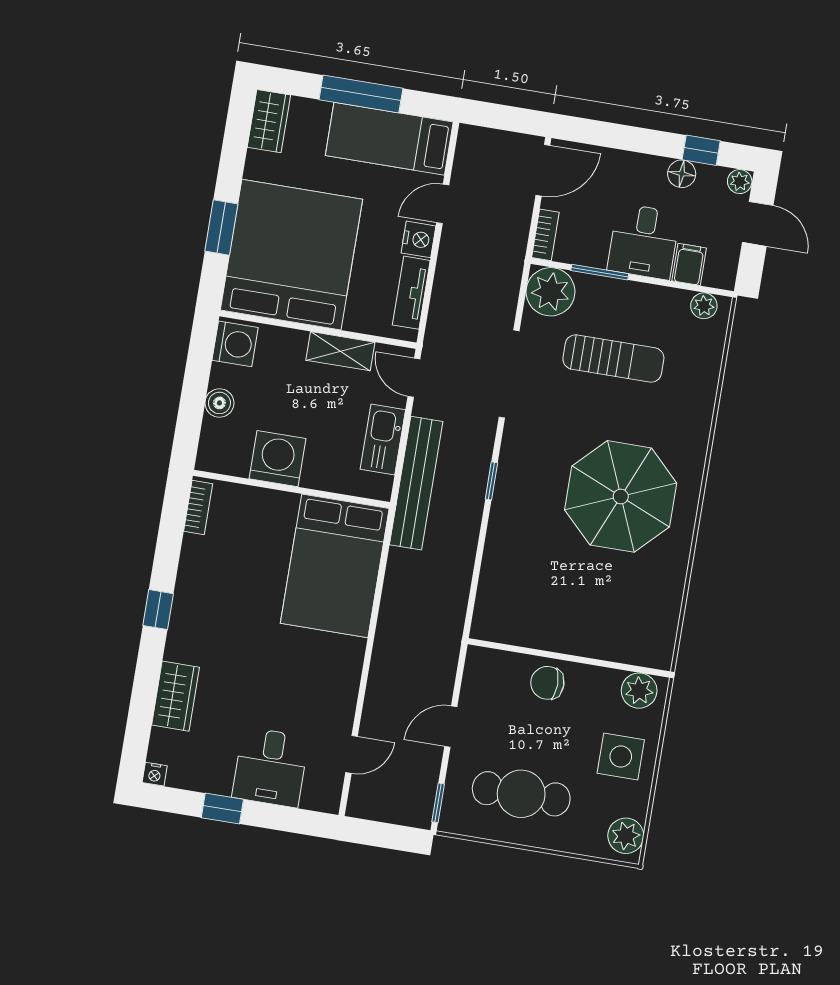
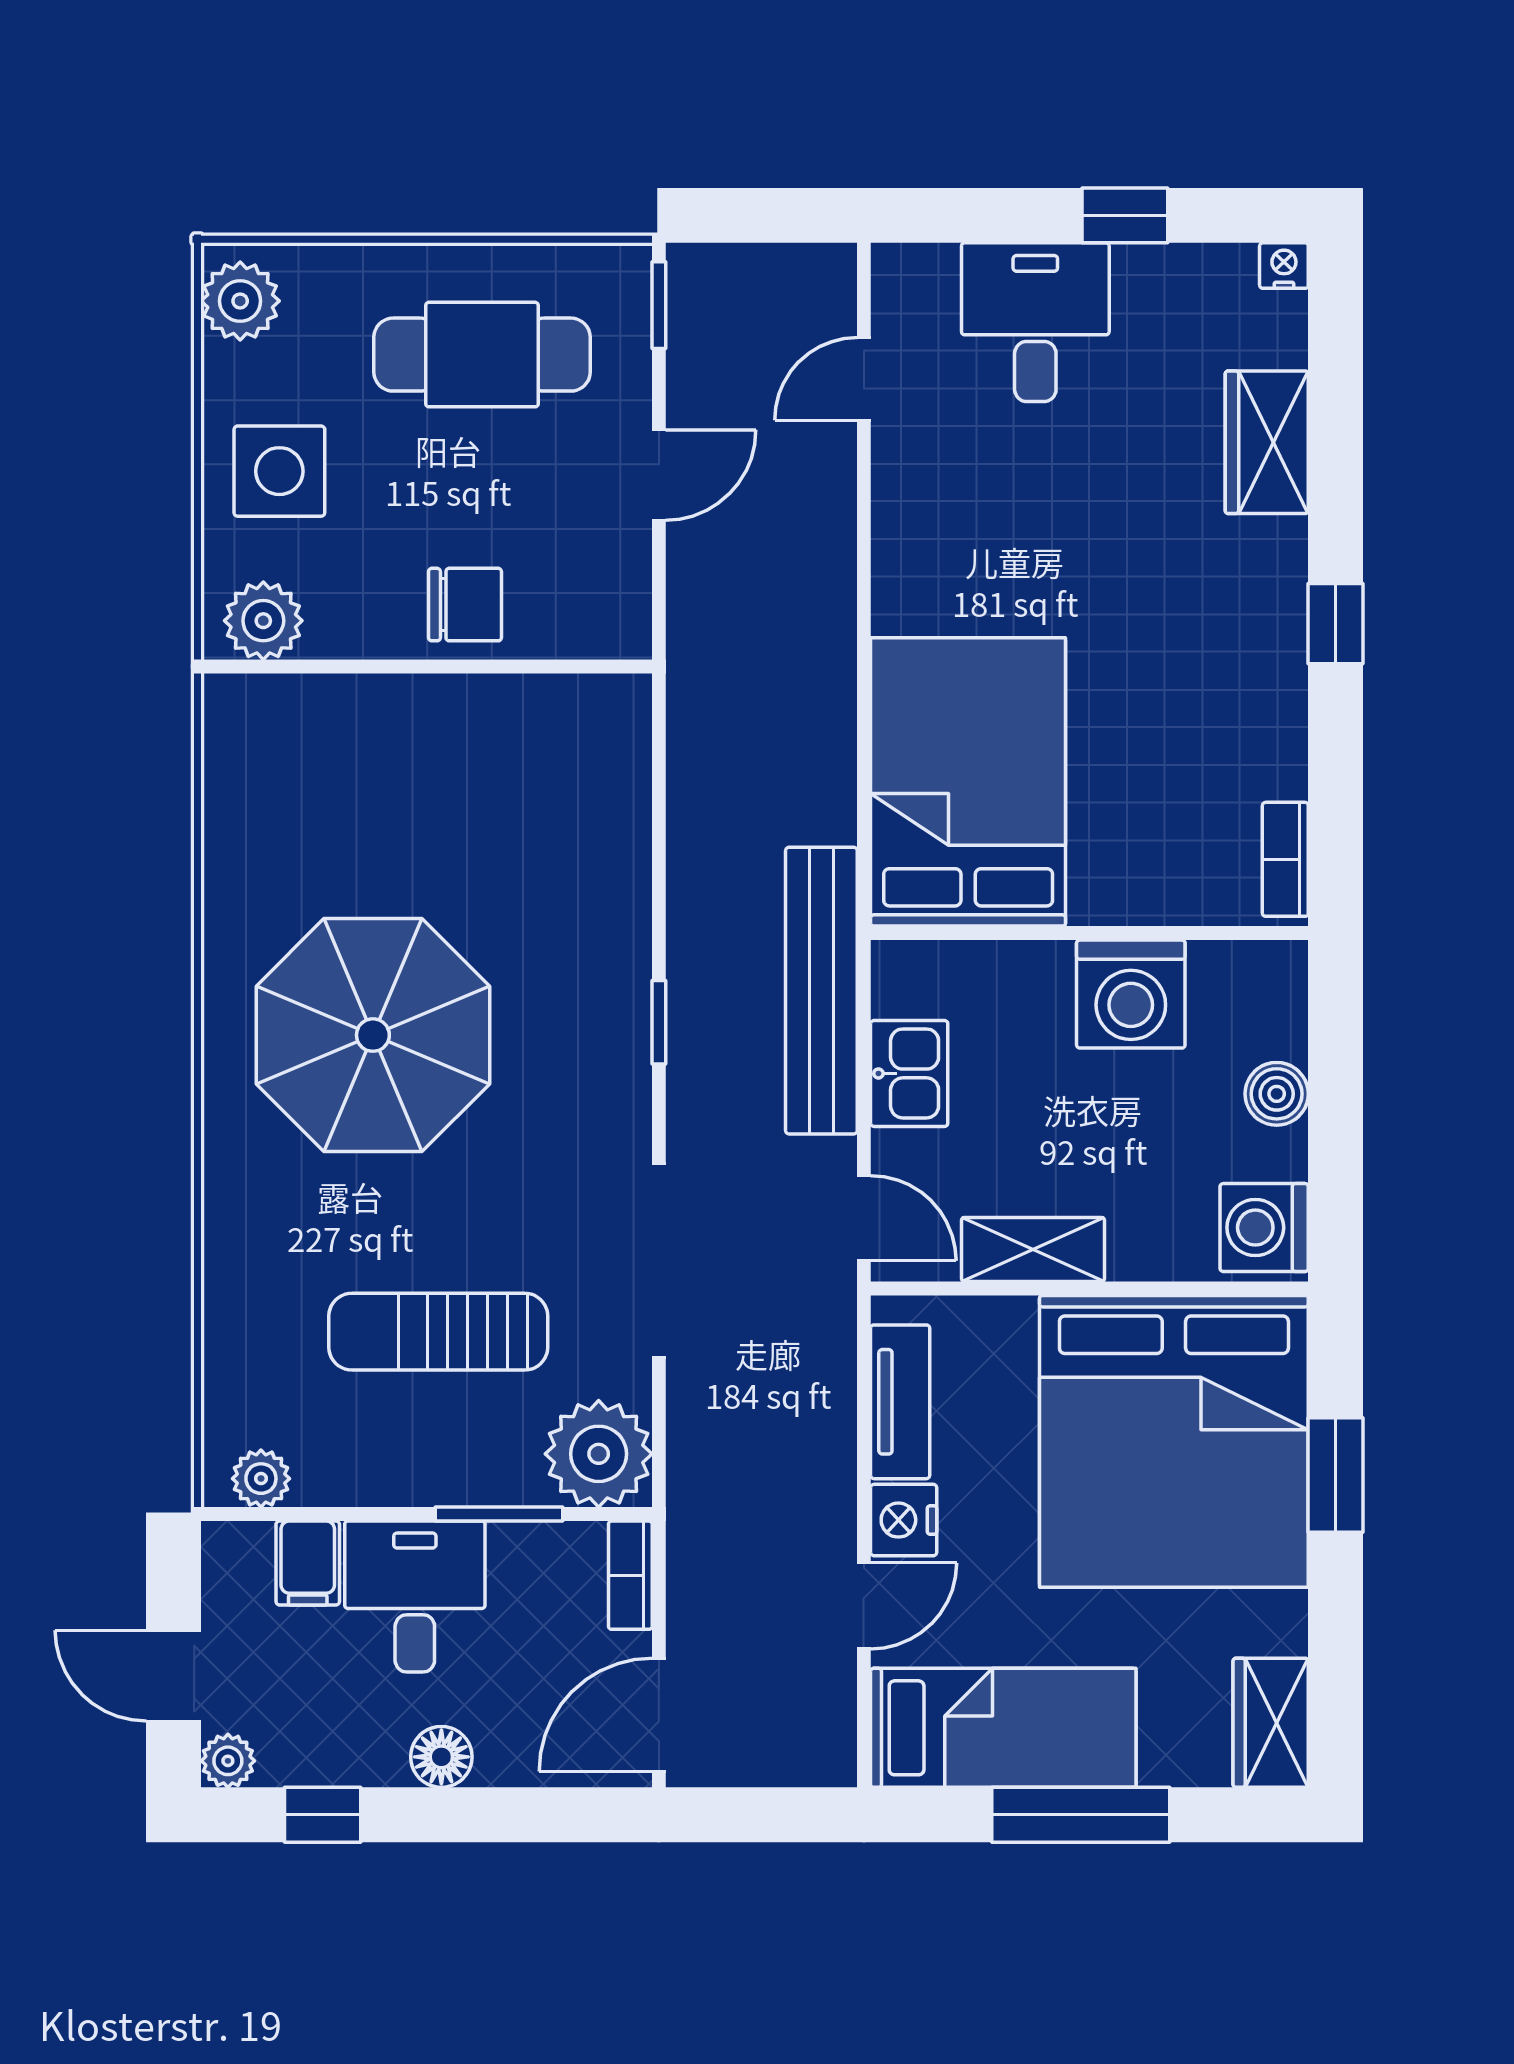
floor lamp: (682, 174) -> (441, 1757), moved
kitchen sink: (383, 439) -> (909, 1073), width x0.73

